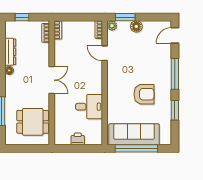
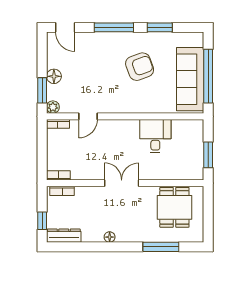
dresser: (10, 52) -> (64, 236), moved
armchair: (144, 94) -> (140, 67), turned 70
printer: (78, 139) -> (196, 150), removed
window: (74, 148) -> (208, 155), added

